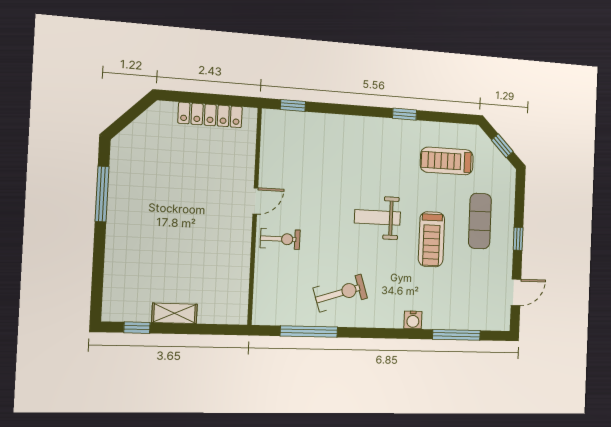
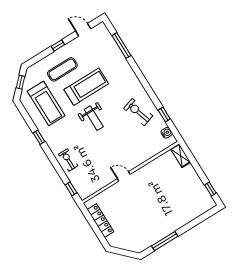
treadmill: (447, 161) -> (46, 104), width x1.37, depth x1.38
exercise bike: (280, 239) -> (68, 160), moved
treadmill: (431, 239) -> (86, 87), width x1.37, depth x1.38
shelving: (174, 313) -> (181, 156), moved
water cooler: (413, 320) -> (167, 133), moved
window: (309, 332) -> (164, 115), width x0.46

